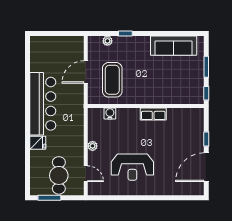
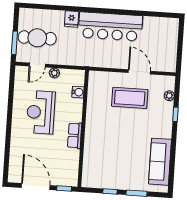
wall: (146, 106) -> (83, 129), moved
water cooler: (110, 113) -> (78, 92), moved
row of seats: (153, 114) -> (75, 136), moved
plant: (93, 146) -> (54, 73), moved
window: (49, 198) -> (14, 43), moved

